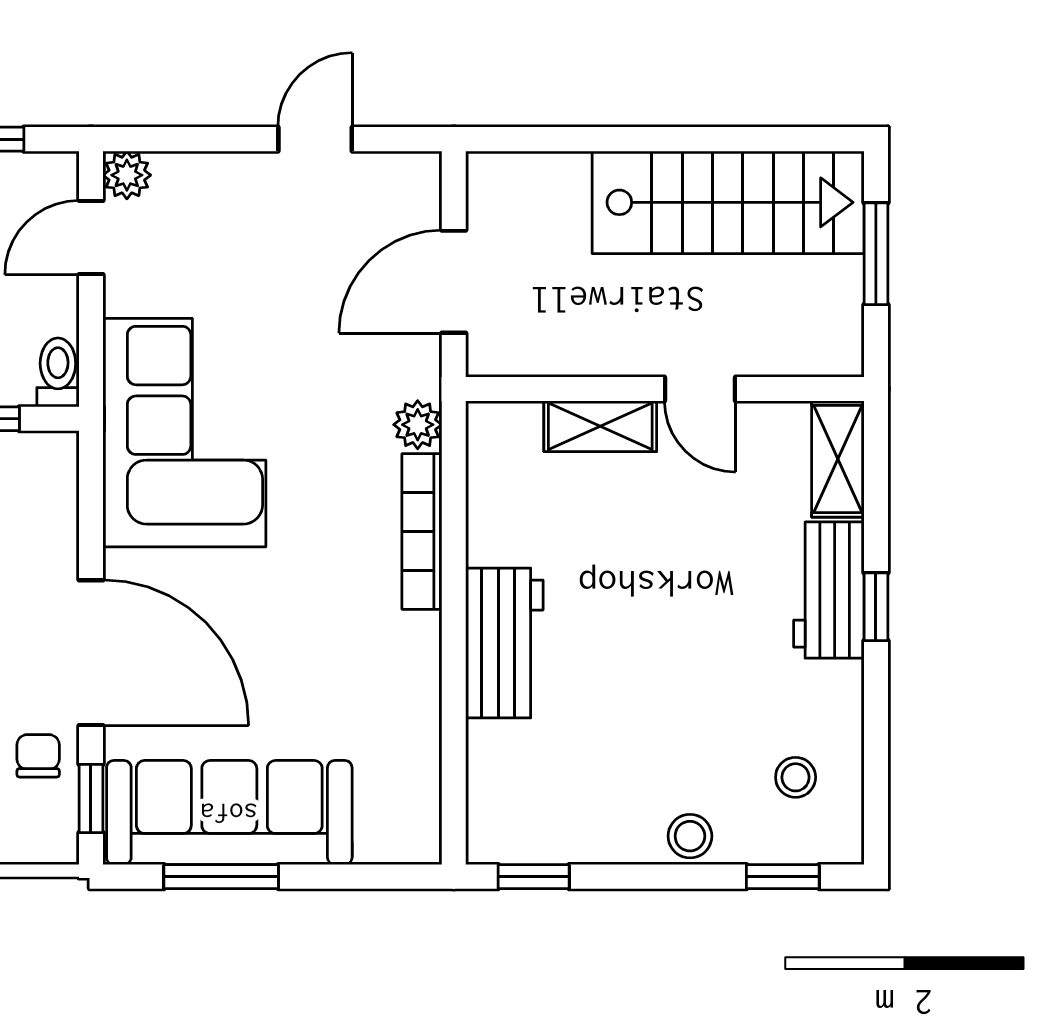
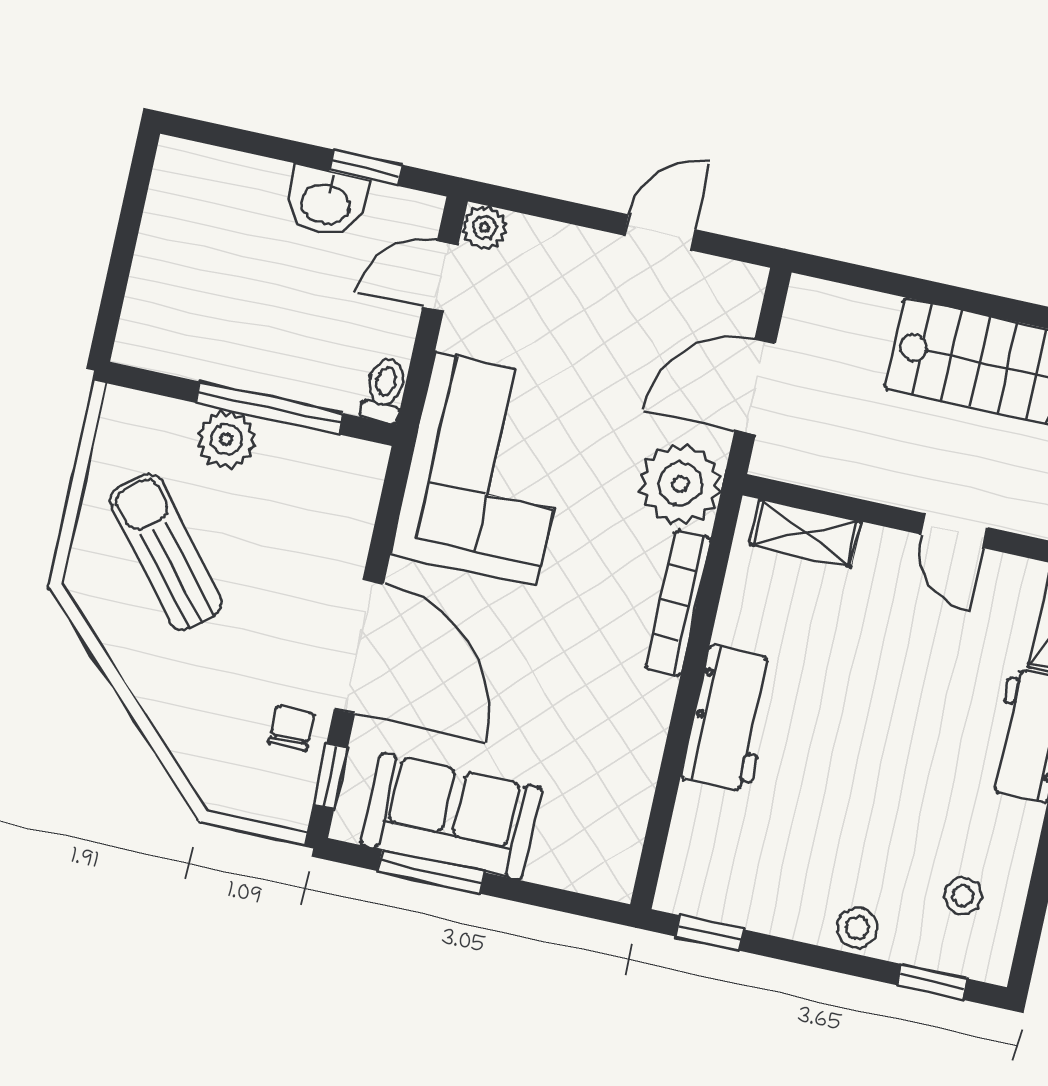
plant: (418, 425) -> (680, 484), width x1.88, depth x1.88
shelving: (600, 426) -> (805, 533), moved
sofa: (229, 813) -> (451, 816), width x0.73

